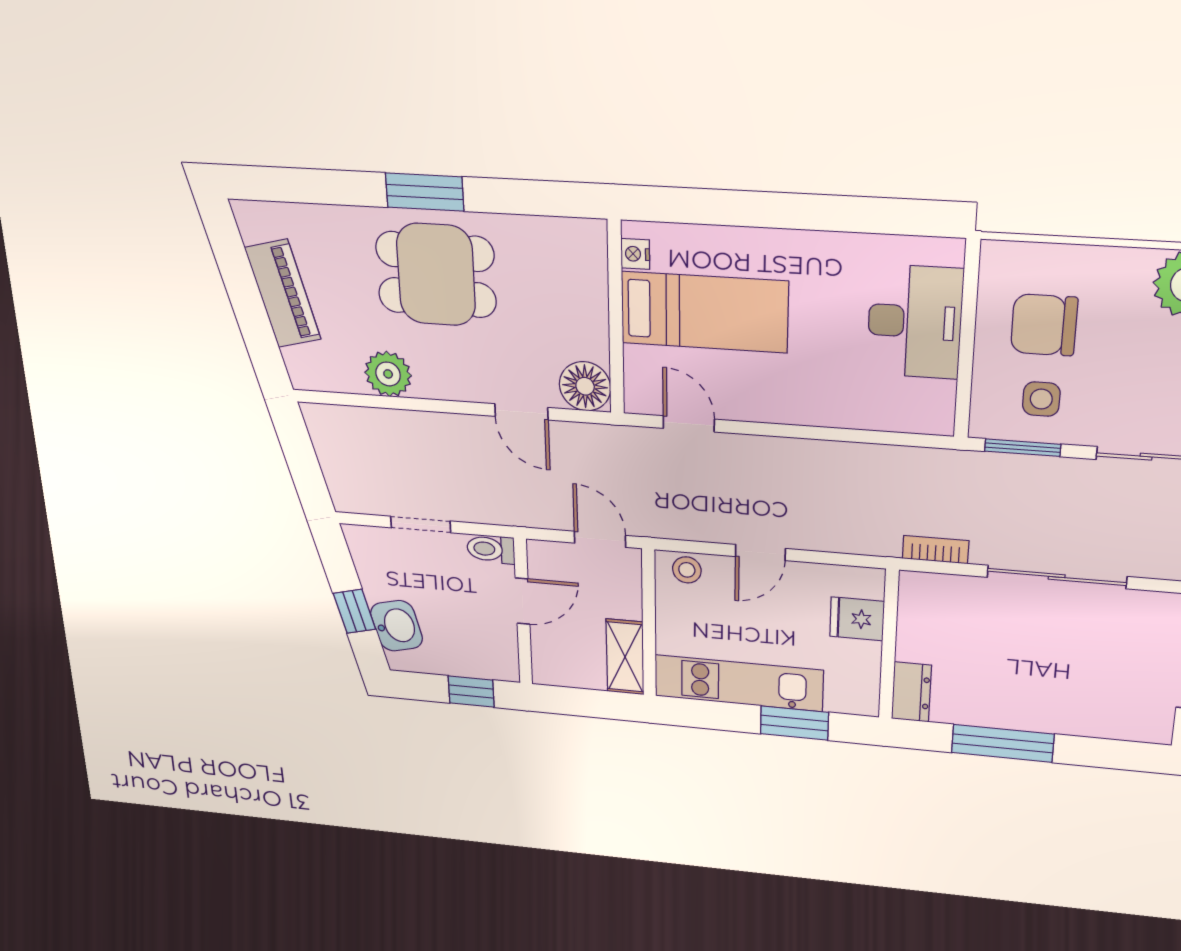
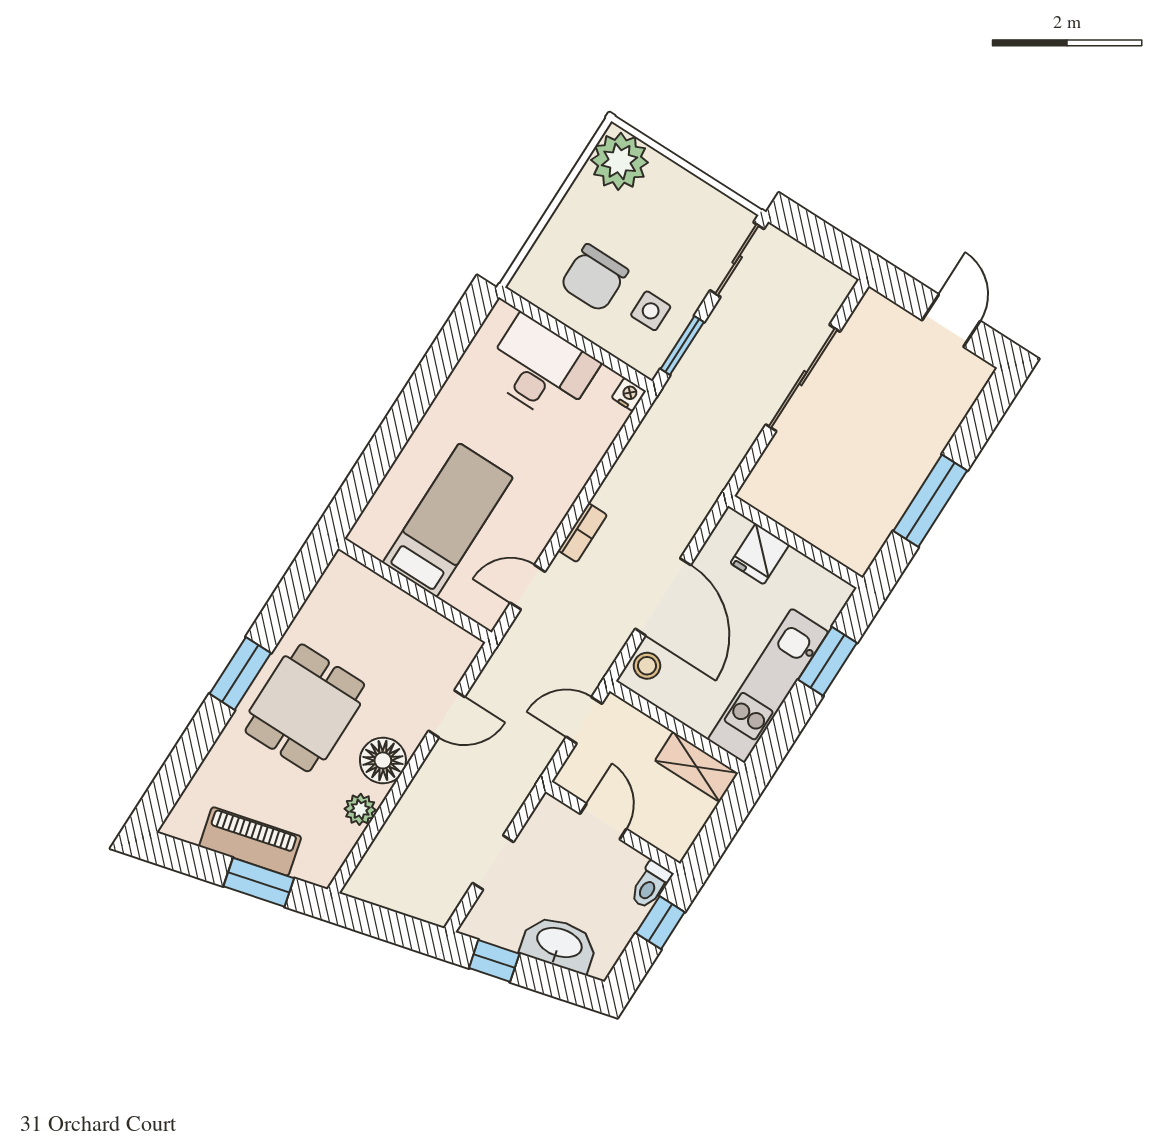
nightstand: (635, 254) -> (629, 394), moved, turned 180
window: (254, 323) -> (259, 882), added
plant: (388, 374) -> (360, 809), width x0.73, depth x0.73
floor lamp: (585, 386) -> (383, 760), moved
toilet: (491, 549) -> (650, 885), moved
bookcase: (936, 550) -> (583, 533), moved, turned 180
door: (760, 552) -> (663, 597), width x1.87
window: (354, 611) -> (494, 961), moved
washbasin: (397, 626) -> (559, 944), width x1.38
dresser: (911, 692) -> (847, 548), removed

